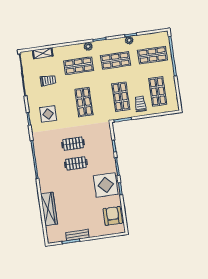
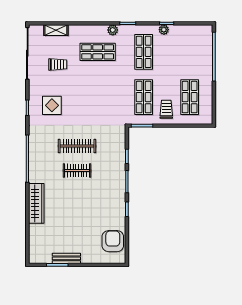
shop shelf: (152, 55) -> (190, 52), removed
shop shelf: (116, 60) -> (144, 52), turned 90
shop shelf: (84, 102) -> (98, 97), removed
clothes rail: (73, 144) -> (77, 146), width x1.36
display table: (106, 185) -> (110, 202), removed
wardrobe: (49, 209) -> (36, 203), moved

